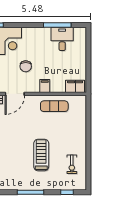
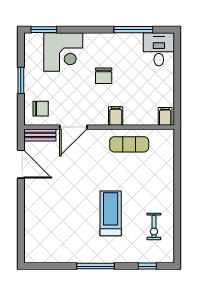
desk: (62, 39) -> (159, 49), moved
chair: (26, 66) -> (104, 76), moved
filing cabinet: (75, 86) -> (165, 116), width x0.50

